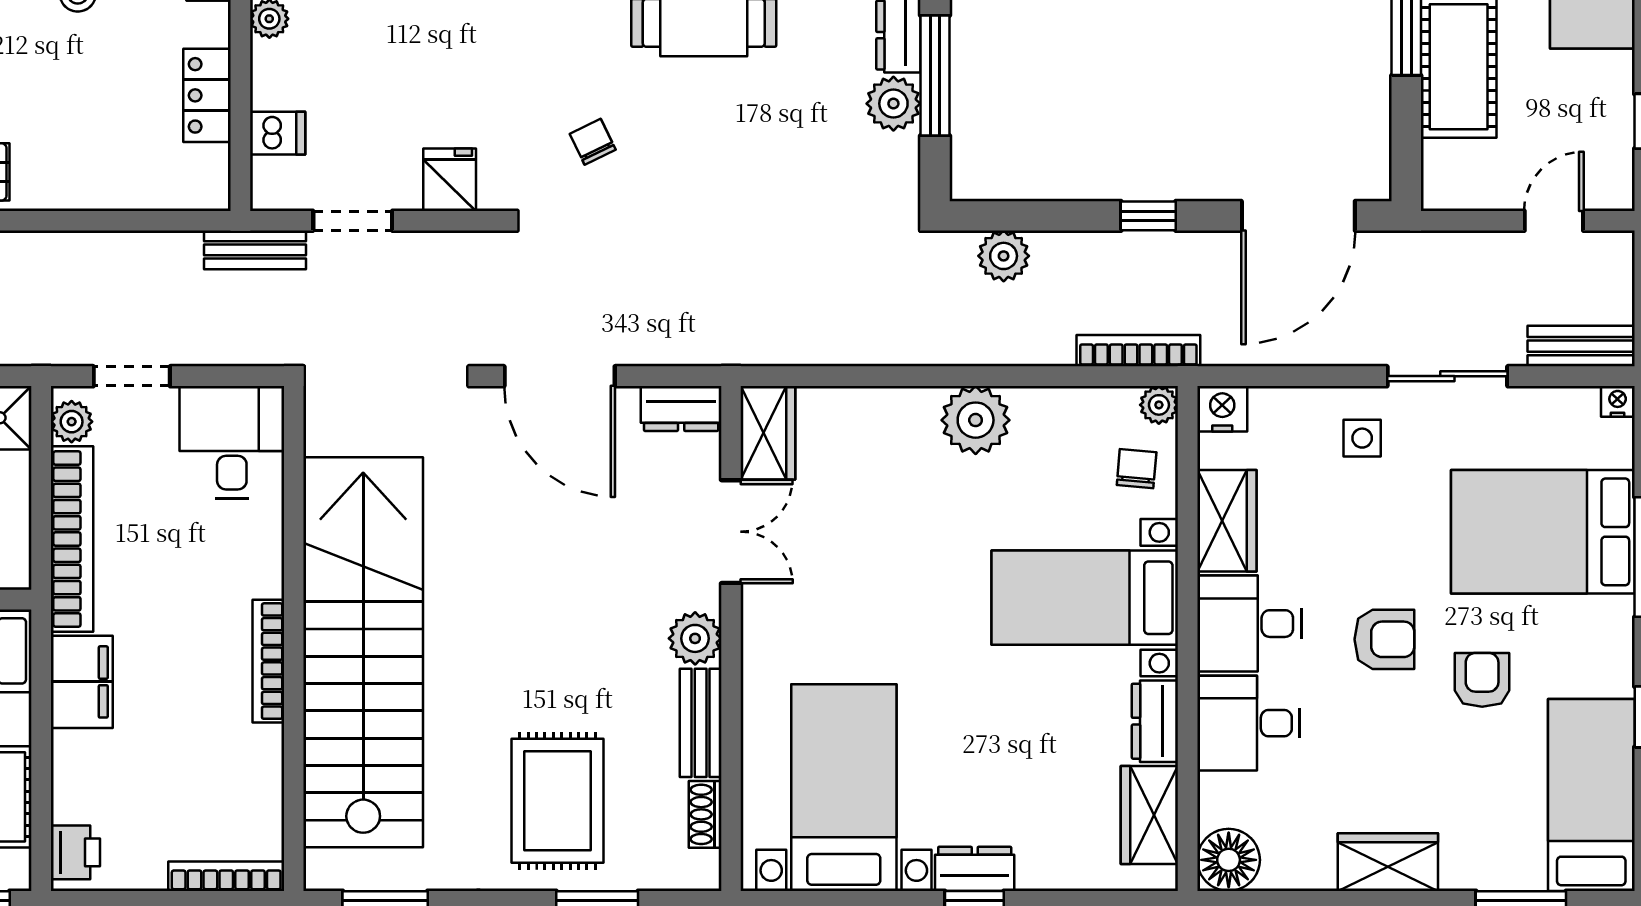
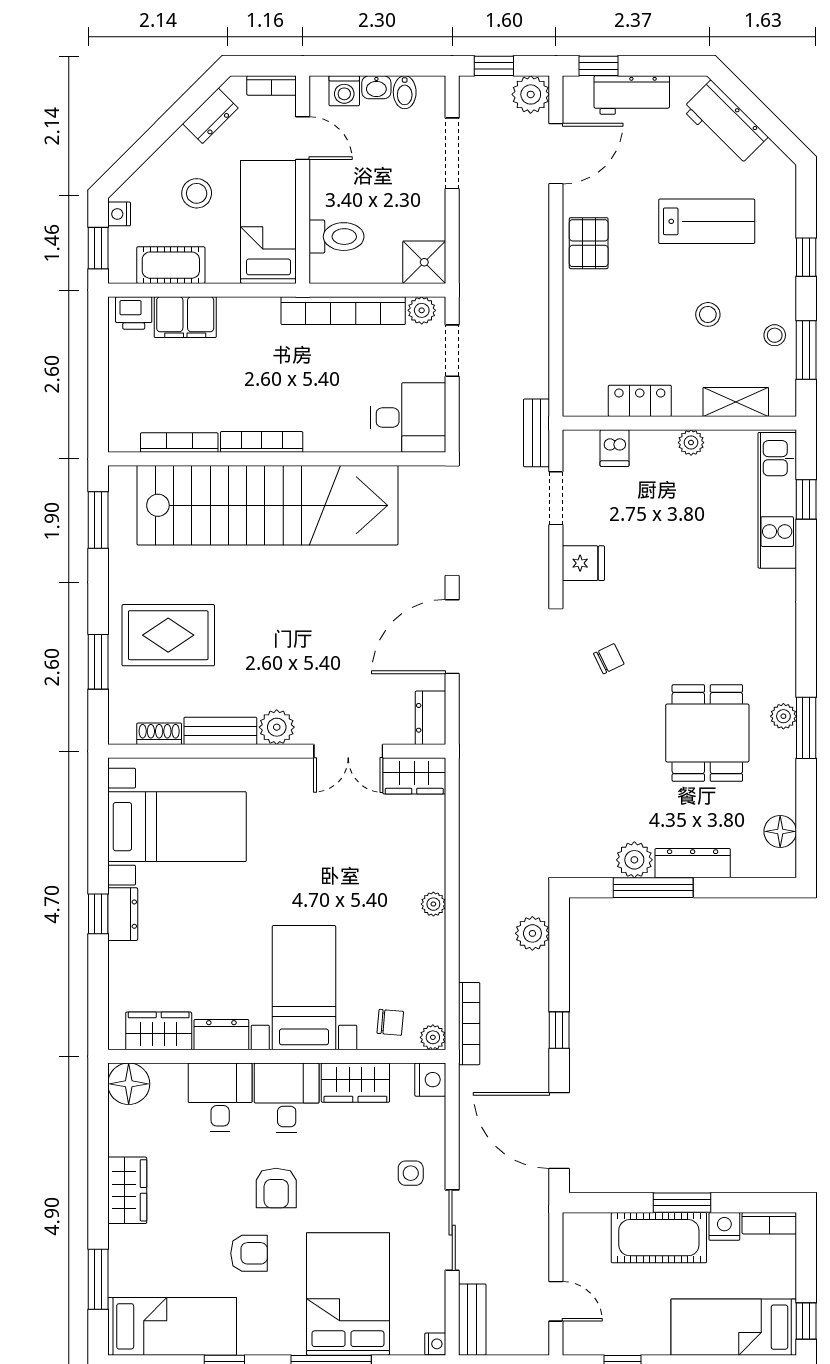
plant: (976, 420) -> (433, 904), width x0.53, depth x0.53
filing cabinet: (82, 682) -> (185, 317), moved
bookcase: (226, 876) -> (179, 443), moved, turned -90

